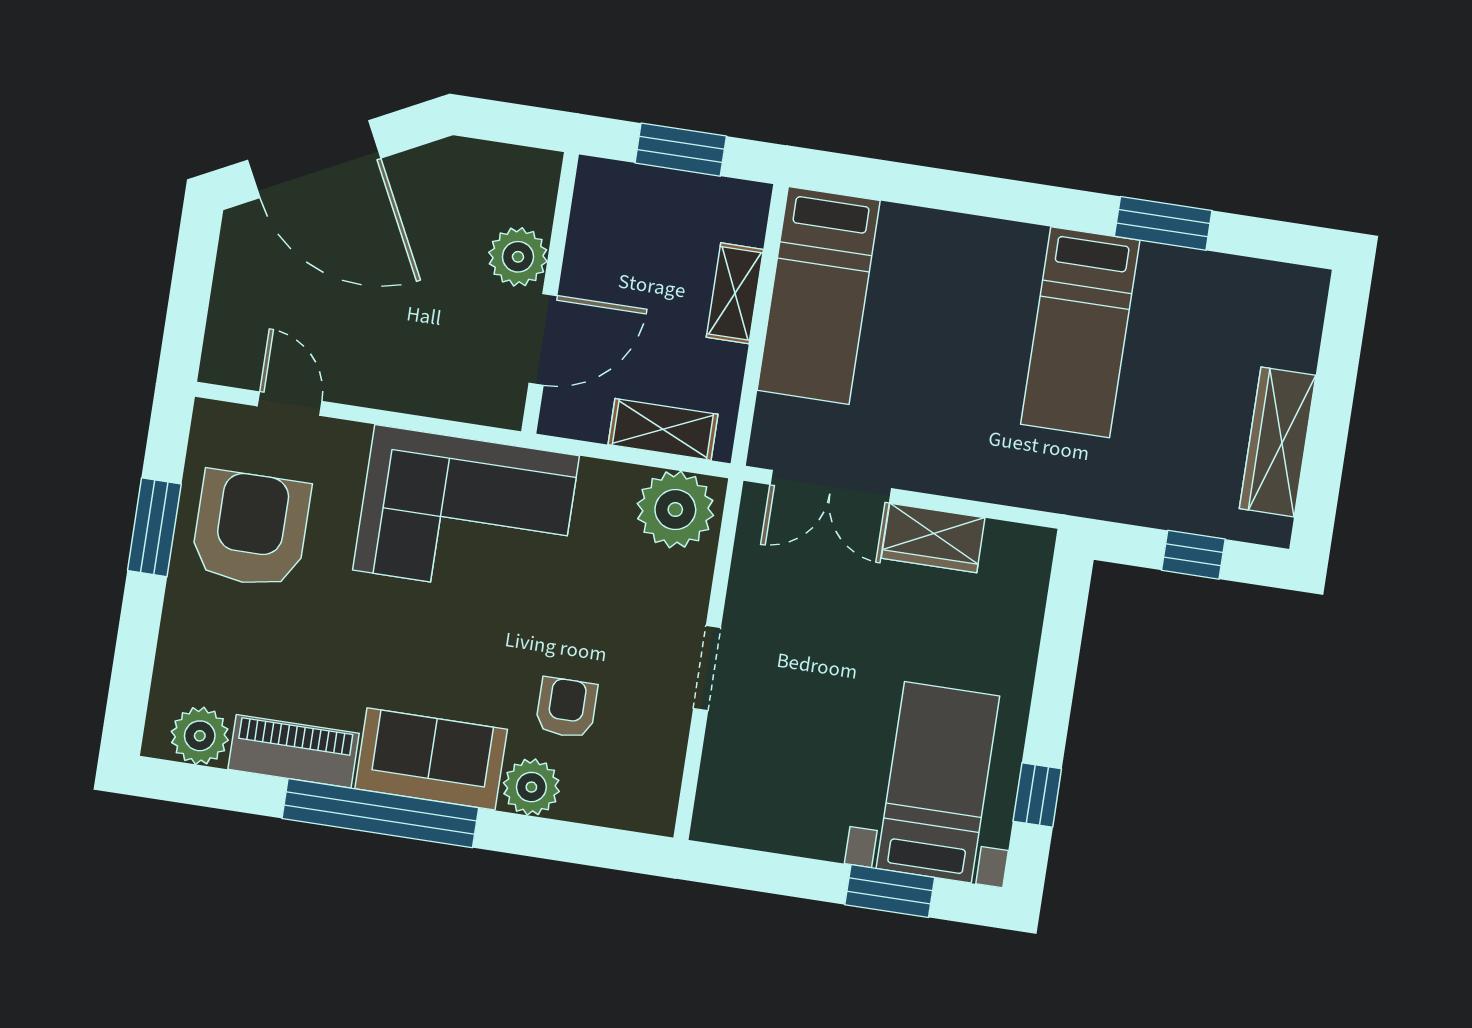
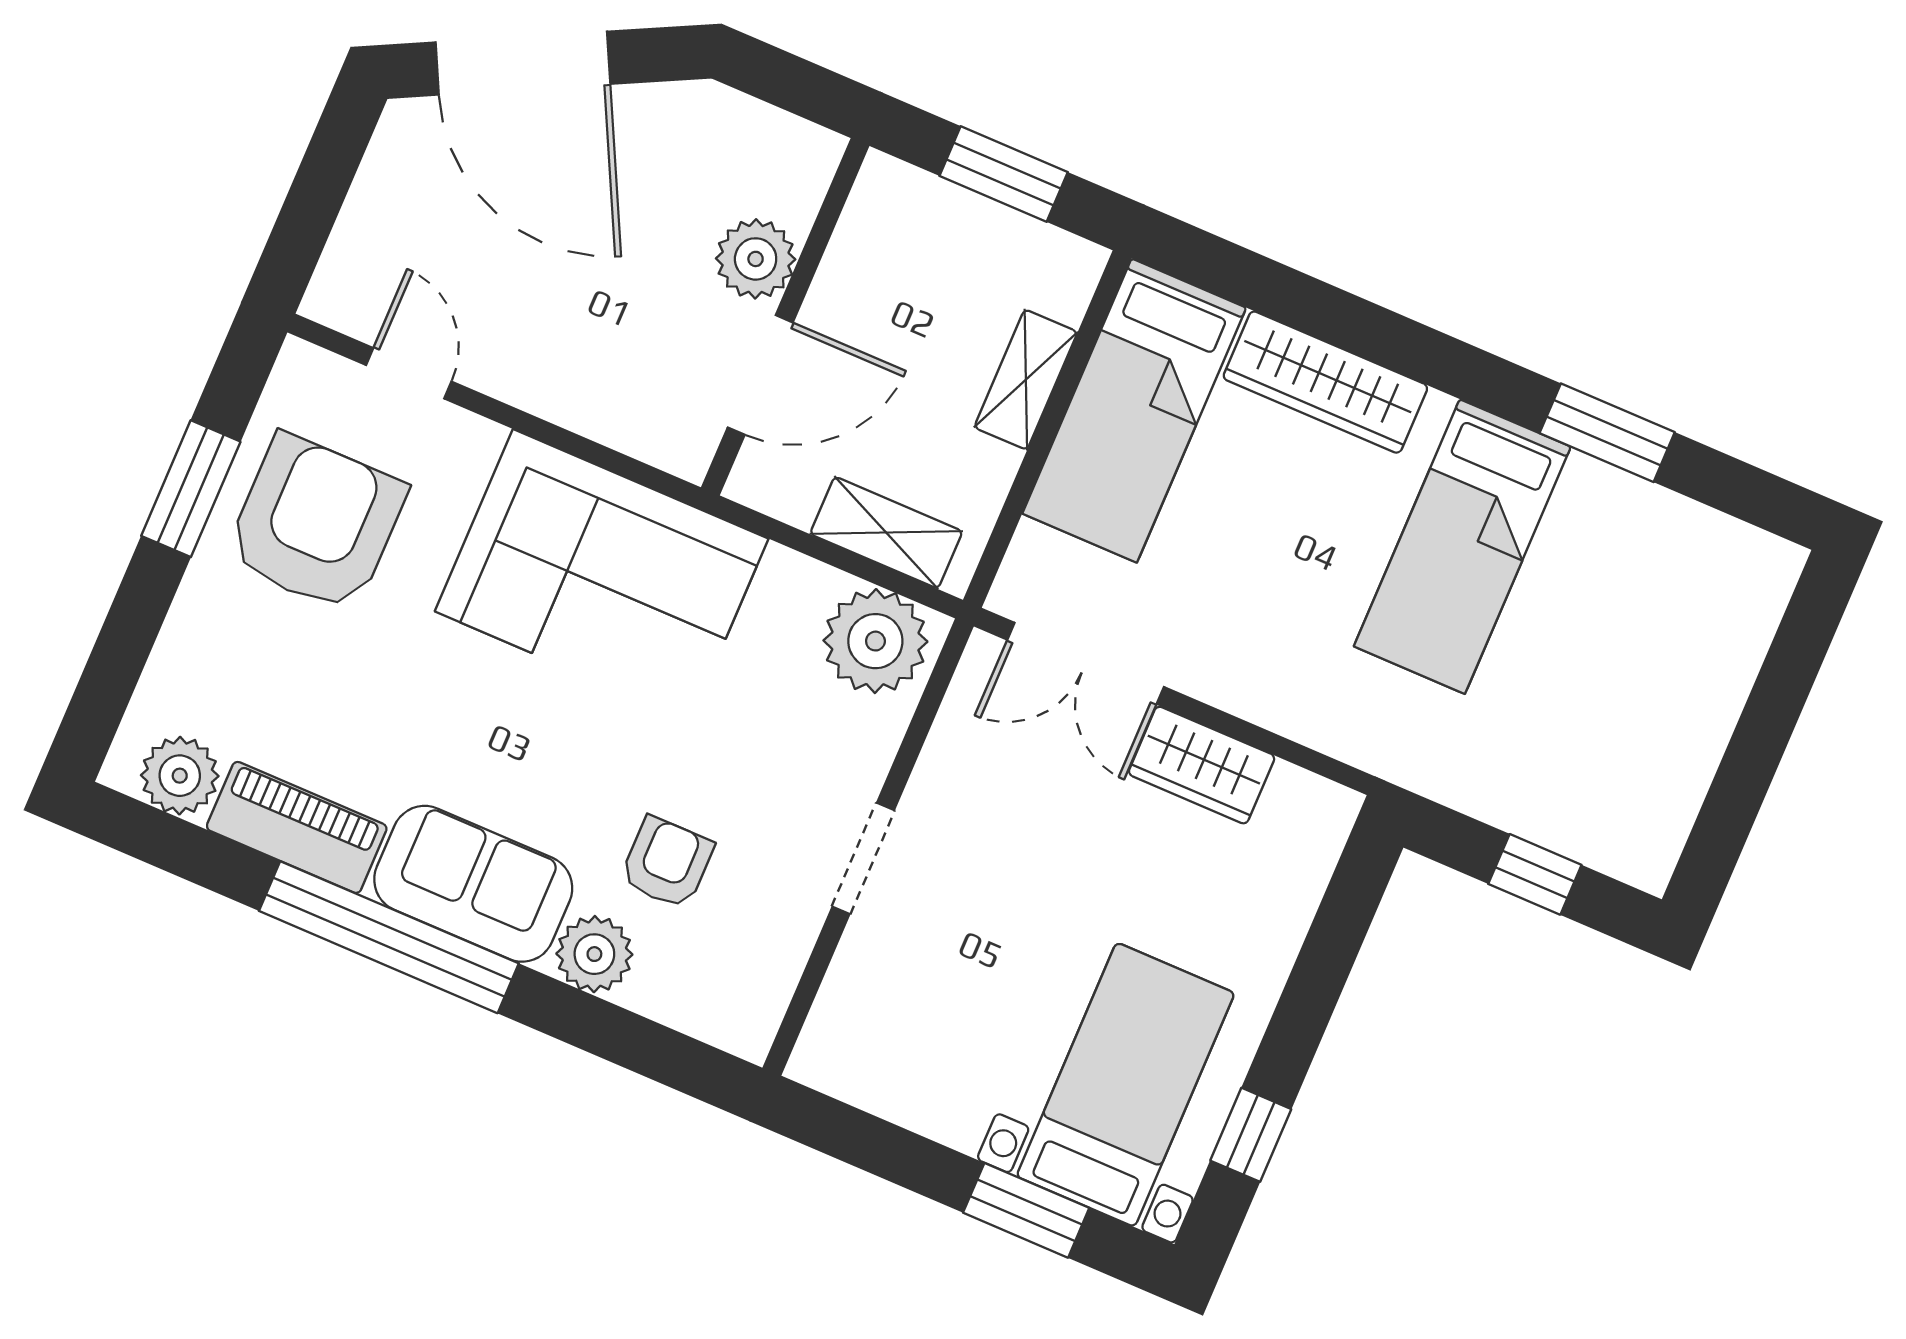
wardrobe: (1278, 442) -> (1325, 382), moved, turned -90

